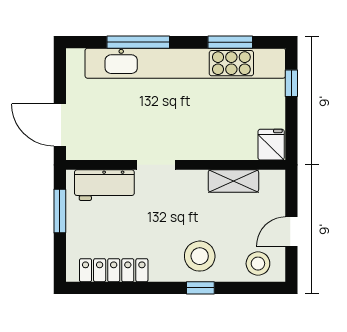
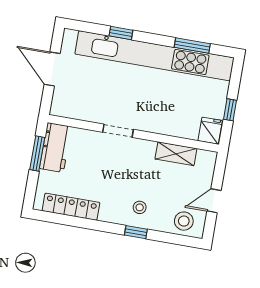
window: (138, 42) -> (121, 33), width x0.46
window: (291, 83) -> (230, 110), moved
door: (60, 125) -> (52, 69), moved
workbench: (104, 185) -> (55, 148), moved, turned -90
stool: (200, 256) -> (140, 207), width x0.53, depth x0.53

